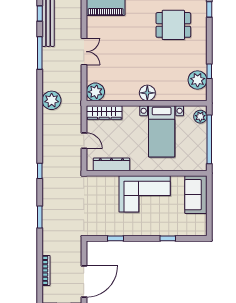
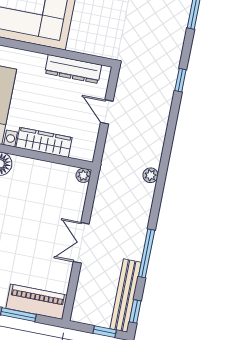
plant: (95, 92) -> (83, 175), width x0.53, depth x0.53
plant: (52, 100) -> (150, 175), width x0.53, depth x0.53
wardrobe: (104, 113) -> (44, 142), moved

